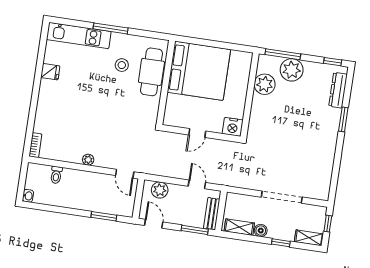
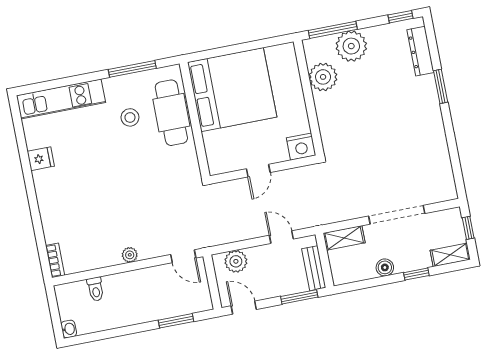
window: (111, 28) -> (132, 69), moved
shelving: (239, 227) -> (344, 238), moved

